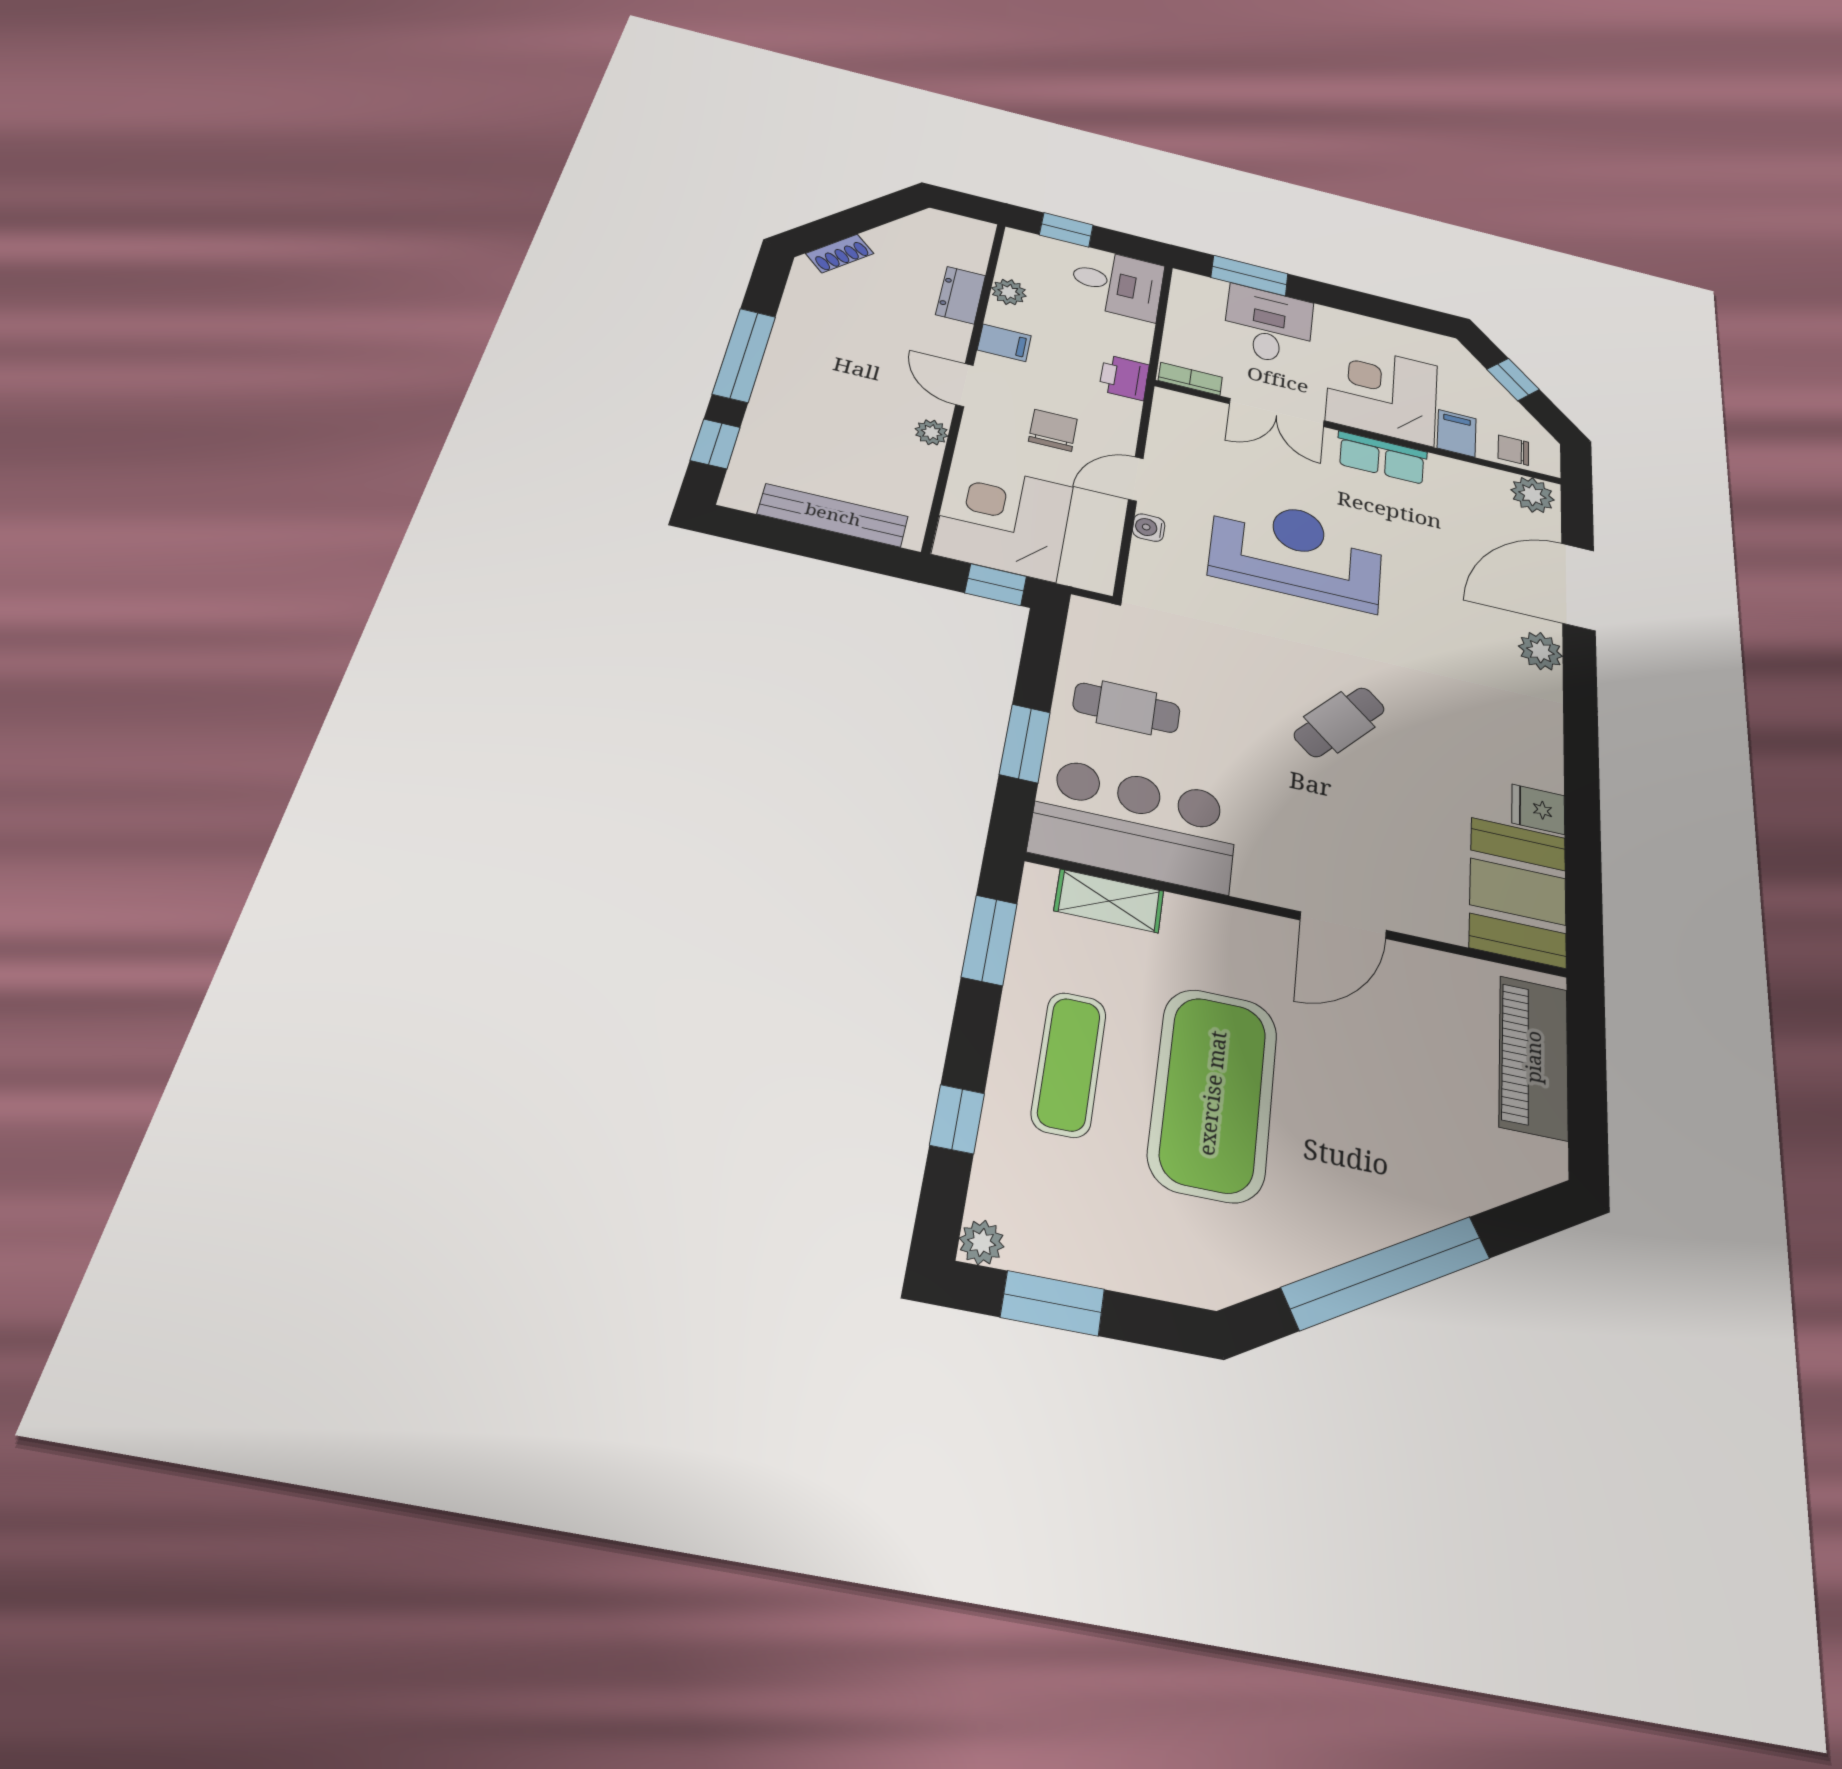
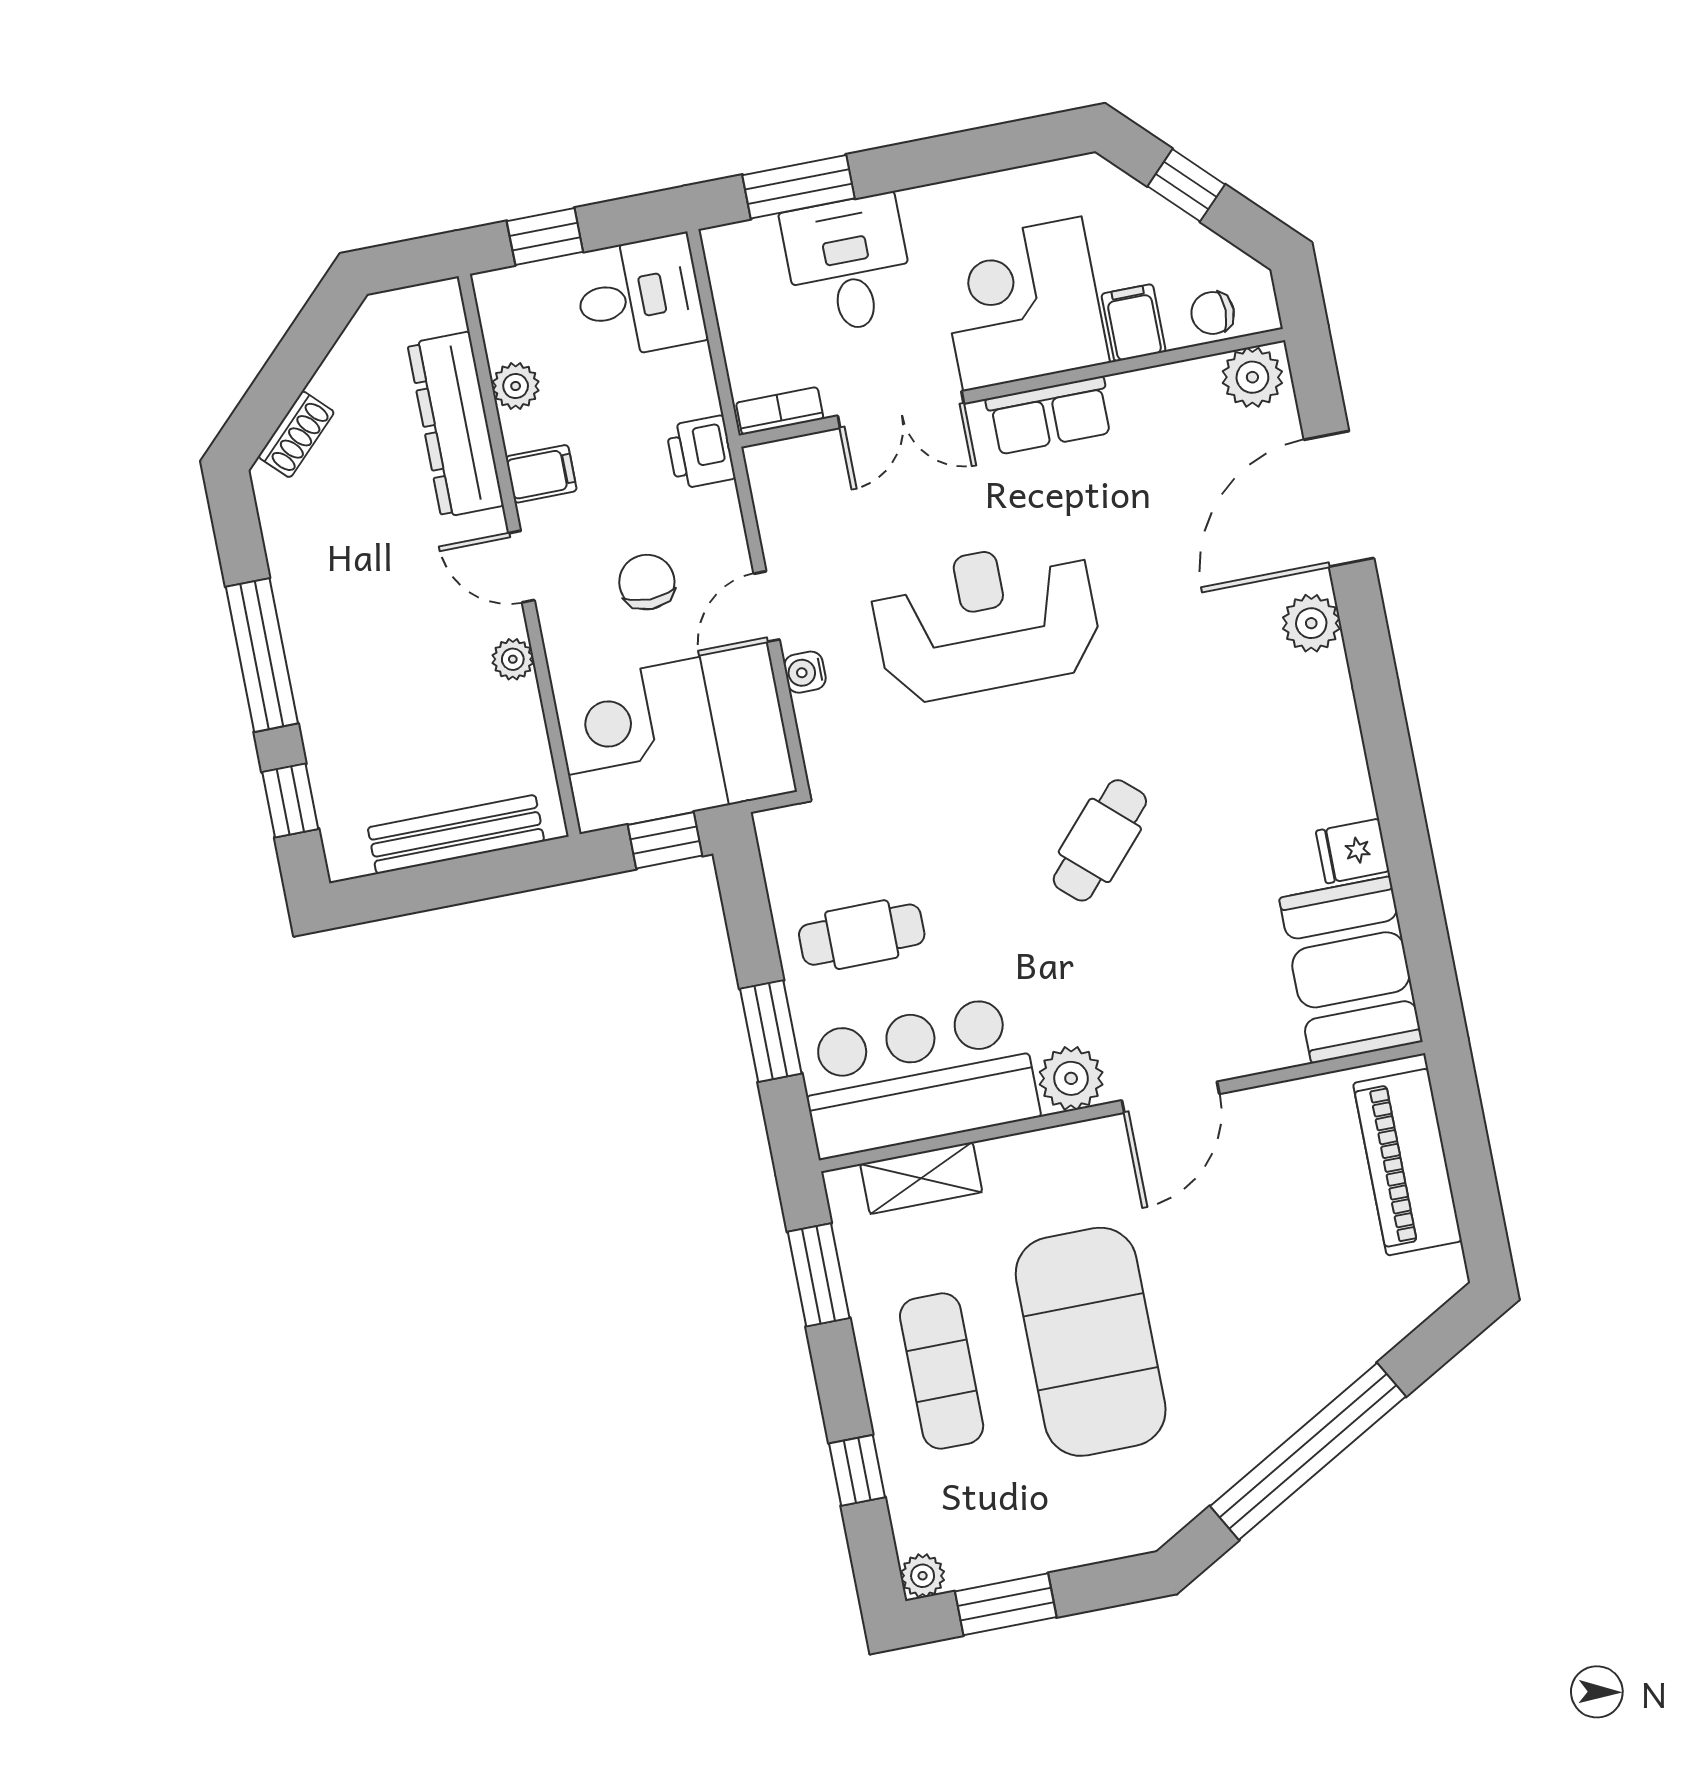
dresser: (961, 295) -> (455, 425), width x1.96, depth x1.24
plant: (1263, 877) -> (1071, 1078), added

